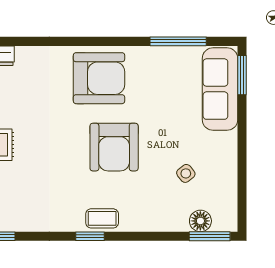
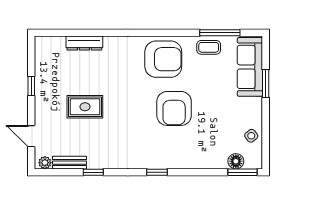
window: (242, 75) -> (266, 84), moved
side table: (186, 173) -> (251, 136), moved
coffee table: (102, 218) -> (209, 47), moved

